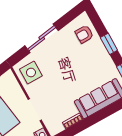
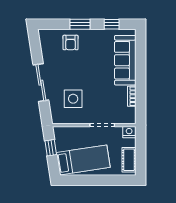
armchair: (84, 34) -> (71, 43), moved
side table: (31, 72) -> (73, 99), moved

